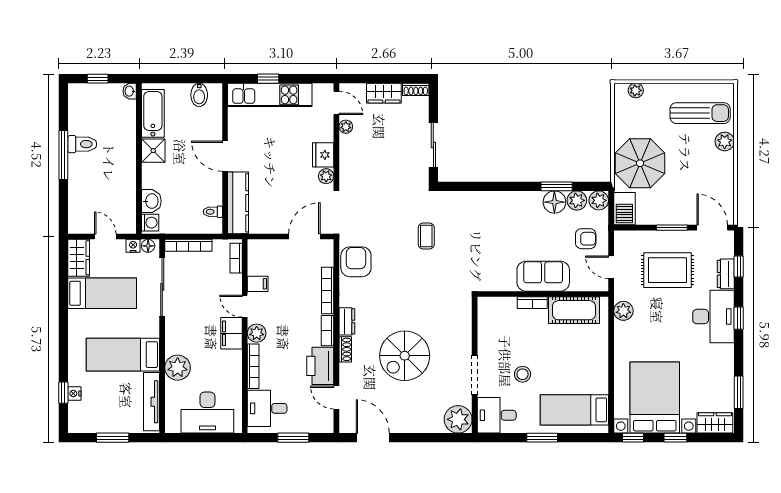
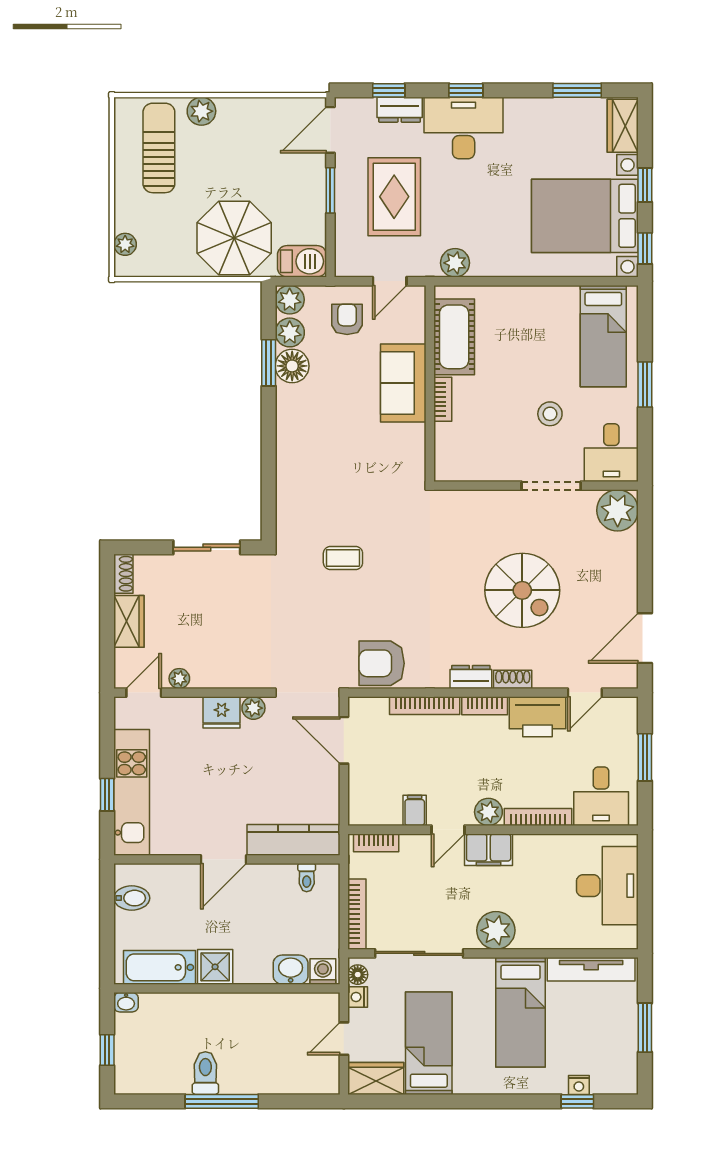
plant: (178, 368) -> (496, 930), moved

